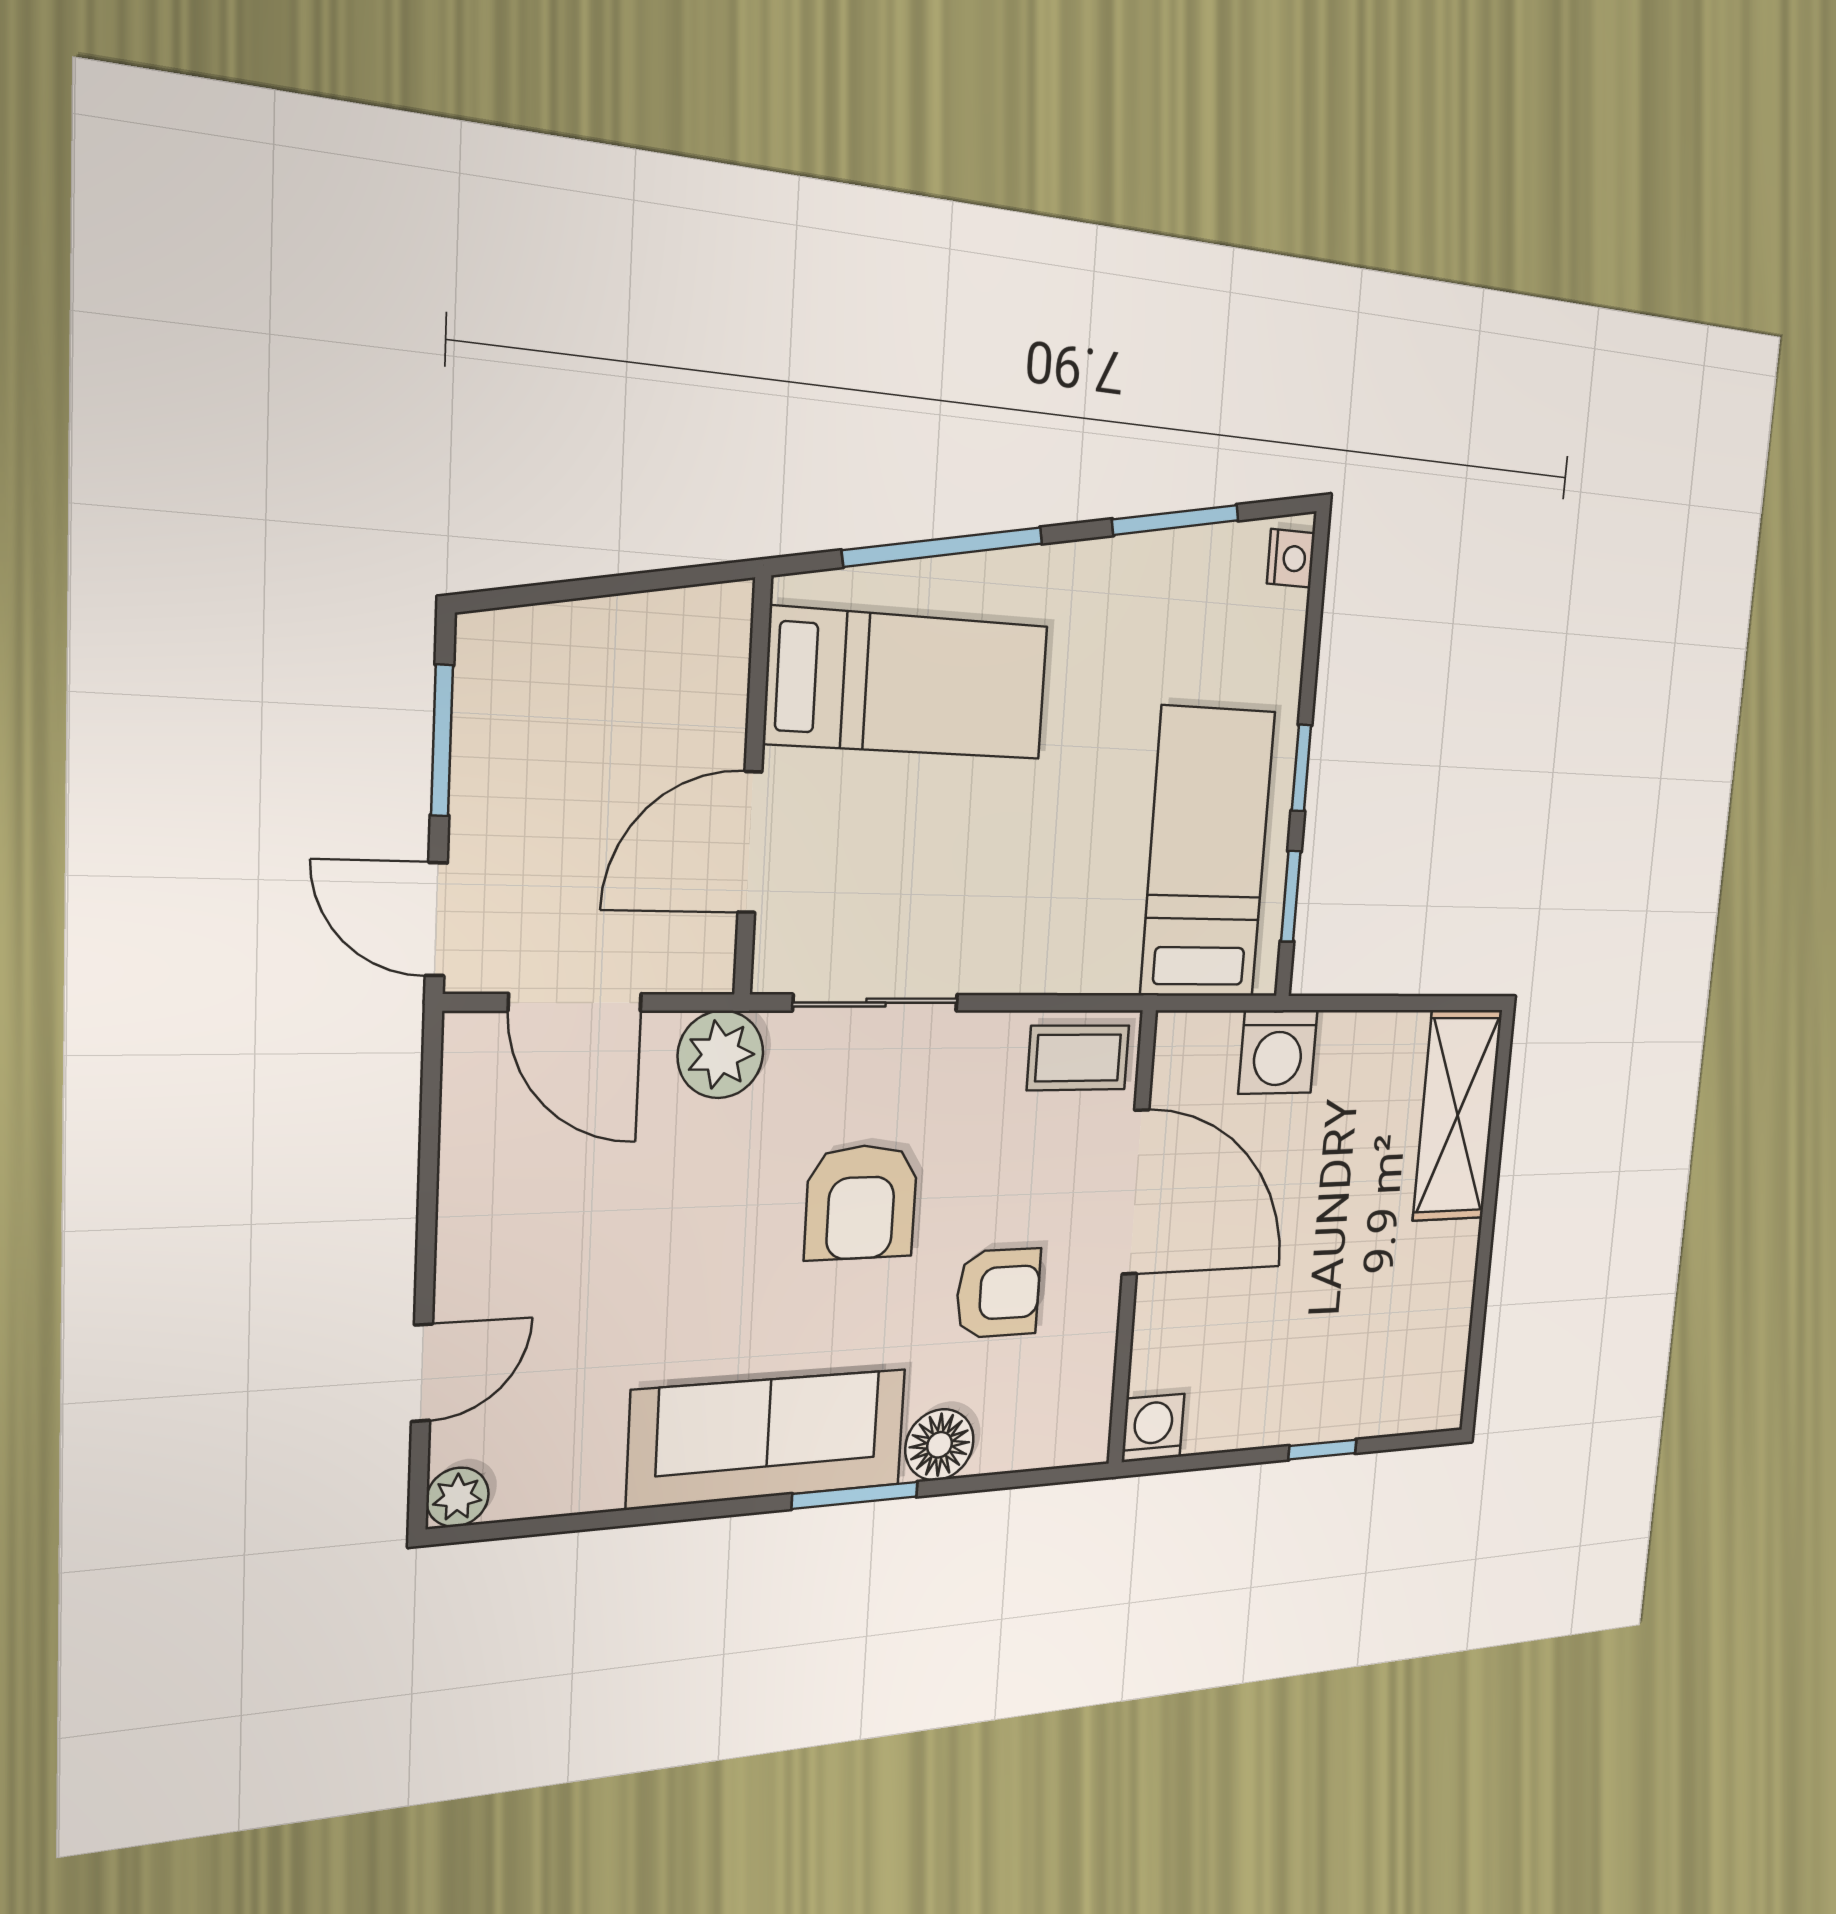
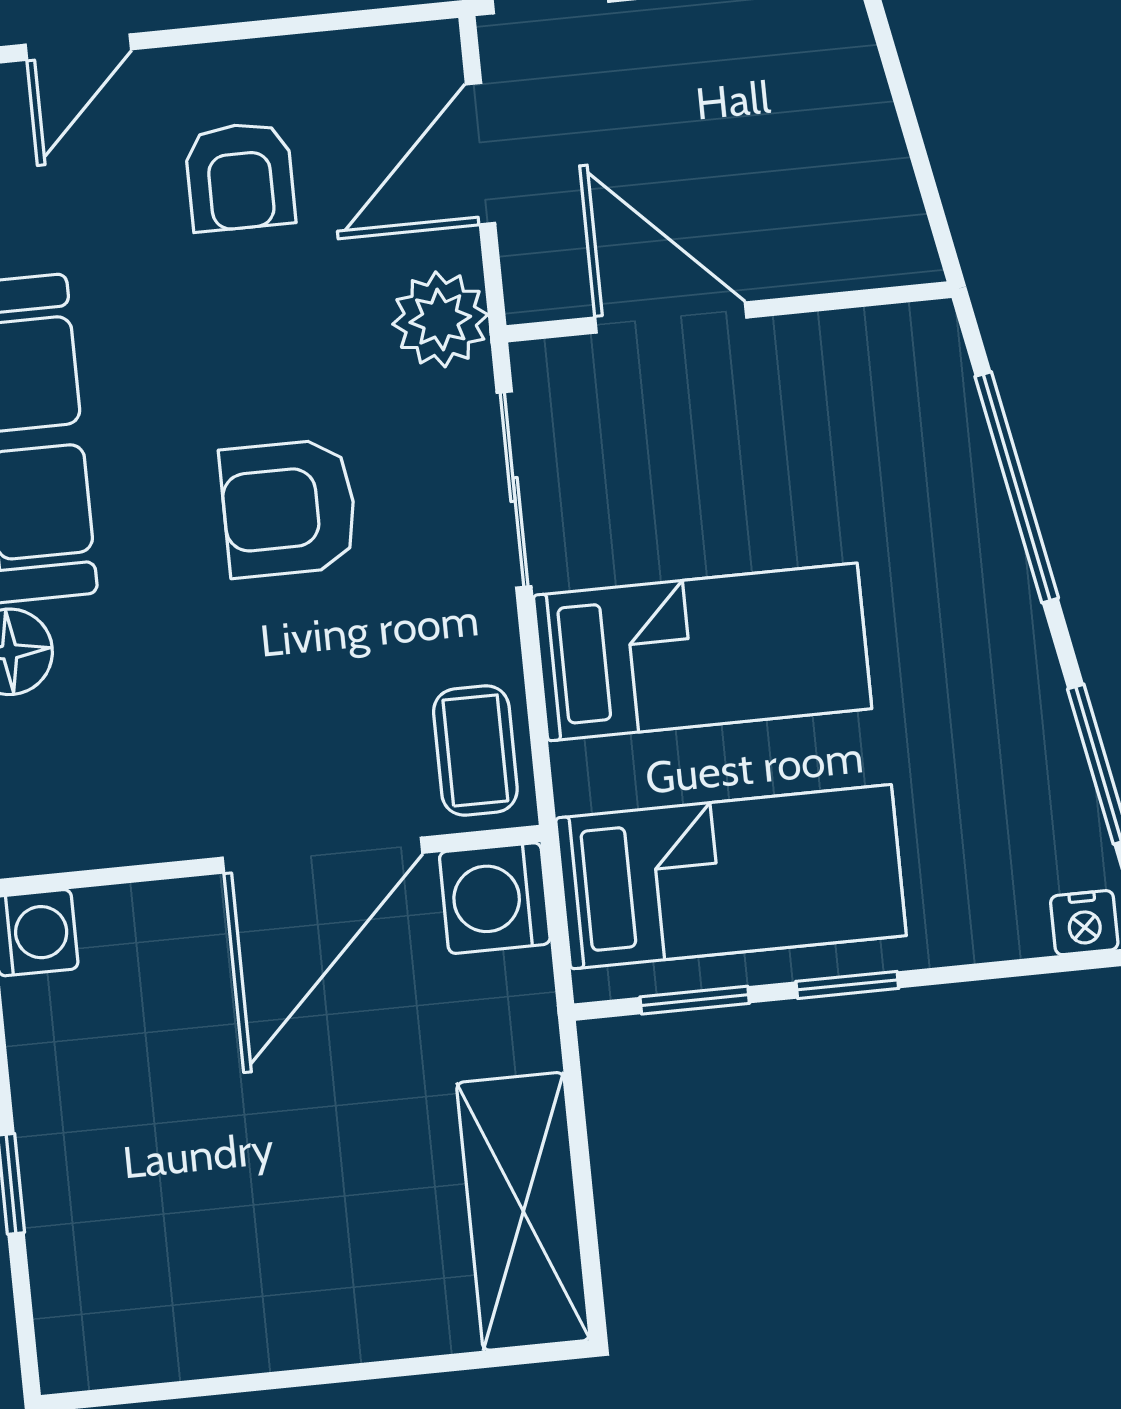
bed: (908, 684) -> (703, 652), moved, turned -90
washing machine: (1278, 1052) -> (495, 898), moved
shelving: (1457, 1115) -> (523, 1211), moved, turned 90
armchair: (998, 1293) -> (240, 176), moved
door: (422, 1373) -> (78, 47), hinge flipped

